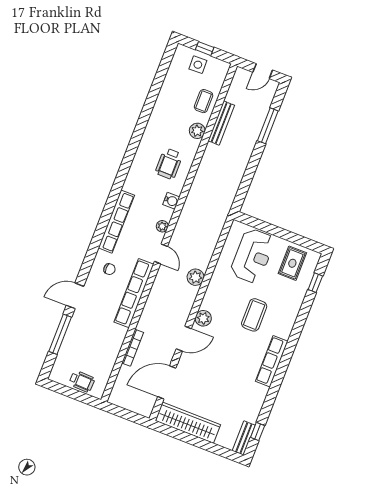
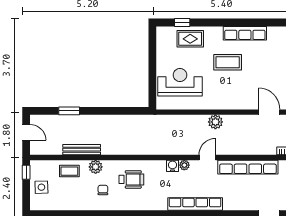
window: (205, 49) -> (26, 172), moved
window: (268, 126) -> (69, 111), width x0.69
water cooler: (171, 201) -> (172, 166), moved
rug: (292, 263) -> (190, 39), moved
chair: (109, 269) -> (103, 190), moved
plant: (203, 318) -> (247, 103), removed
row of seats: (272, 361) -> (245, 33), moved

